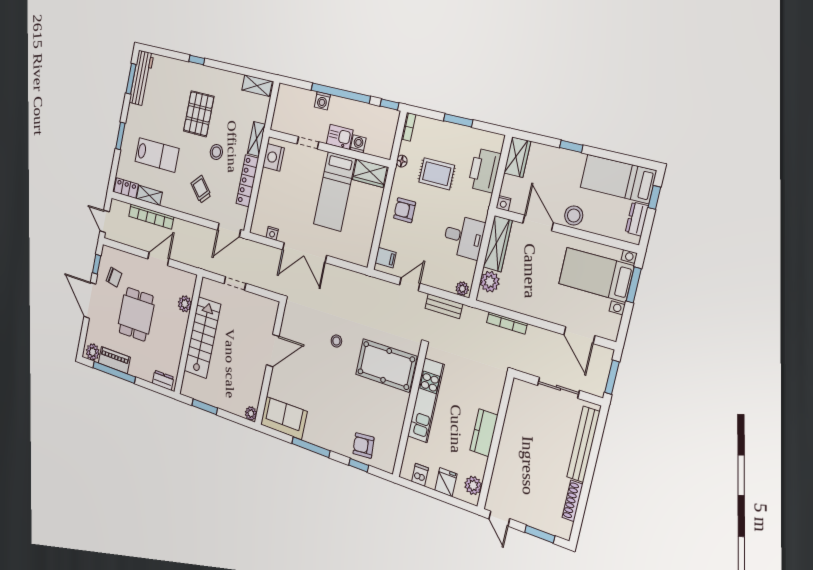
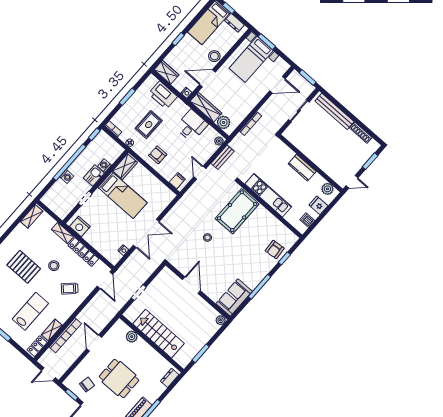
armchair: (405, 210) -> (158, 155), turned 90

